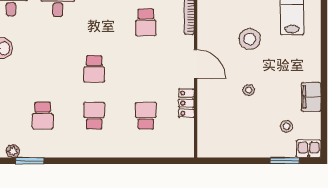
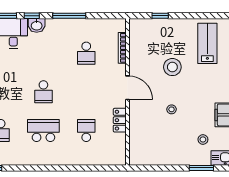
school desk: (94, 116) -> (43, 131), width x1.85

